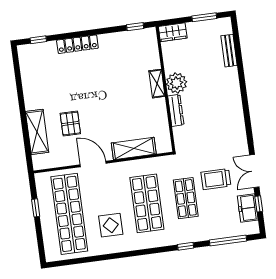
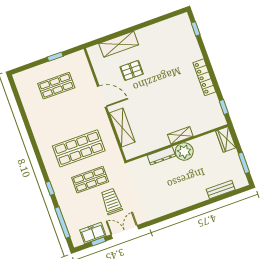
locker: (77, 44) -> (204, 77), moved
door: (93, 164) -> (102, 97), hinge flipped
shop shelf: (69, 214) -> (56, 86), width x0.50, depth x0.74
display table: (111, 225) -> (54, 122), removed

